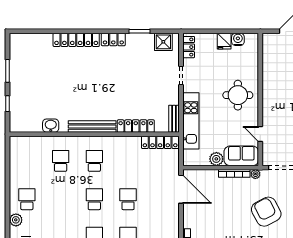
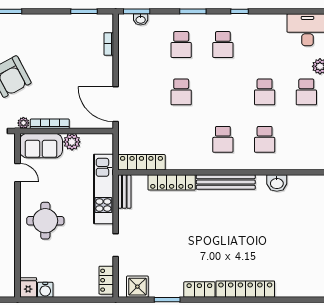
fridge: (224, 41) -> (28, 287), moved
school desk: (94, 199) -> (265, 92), moved

